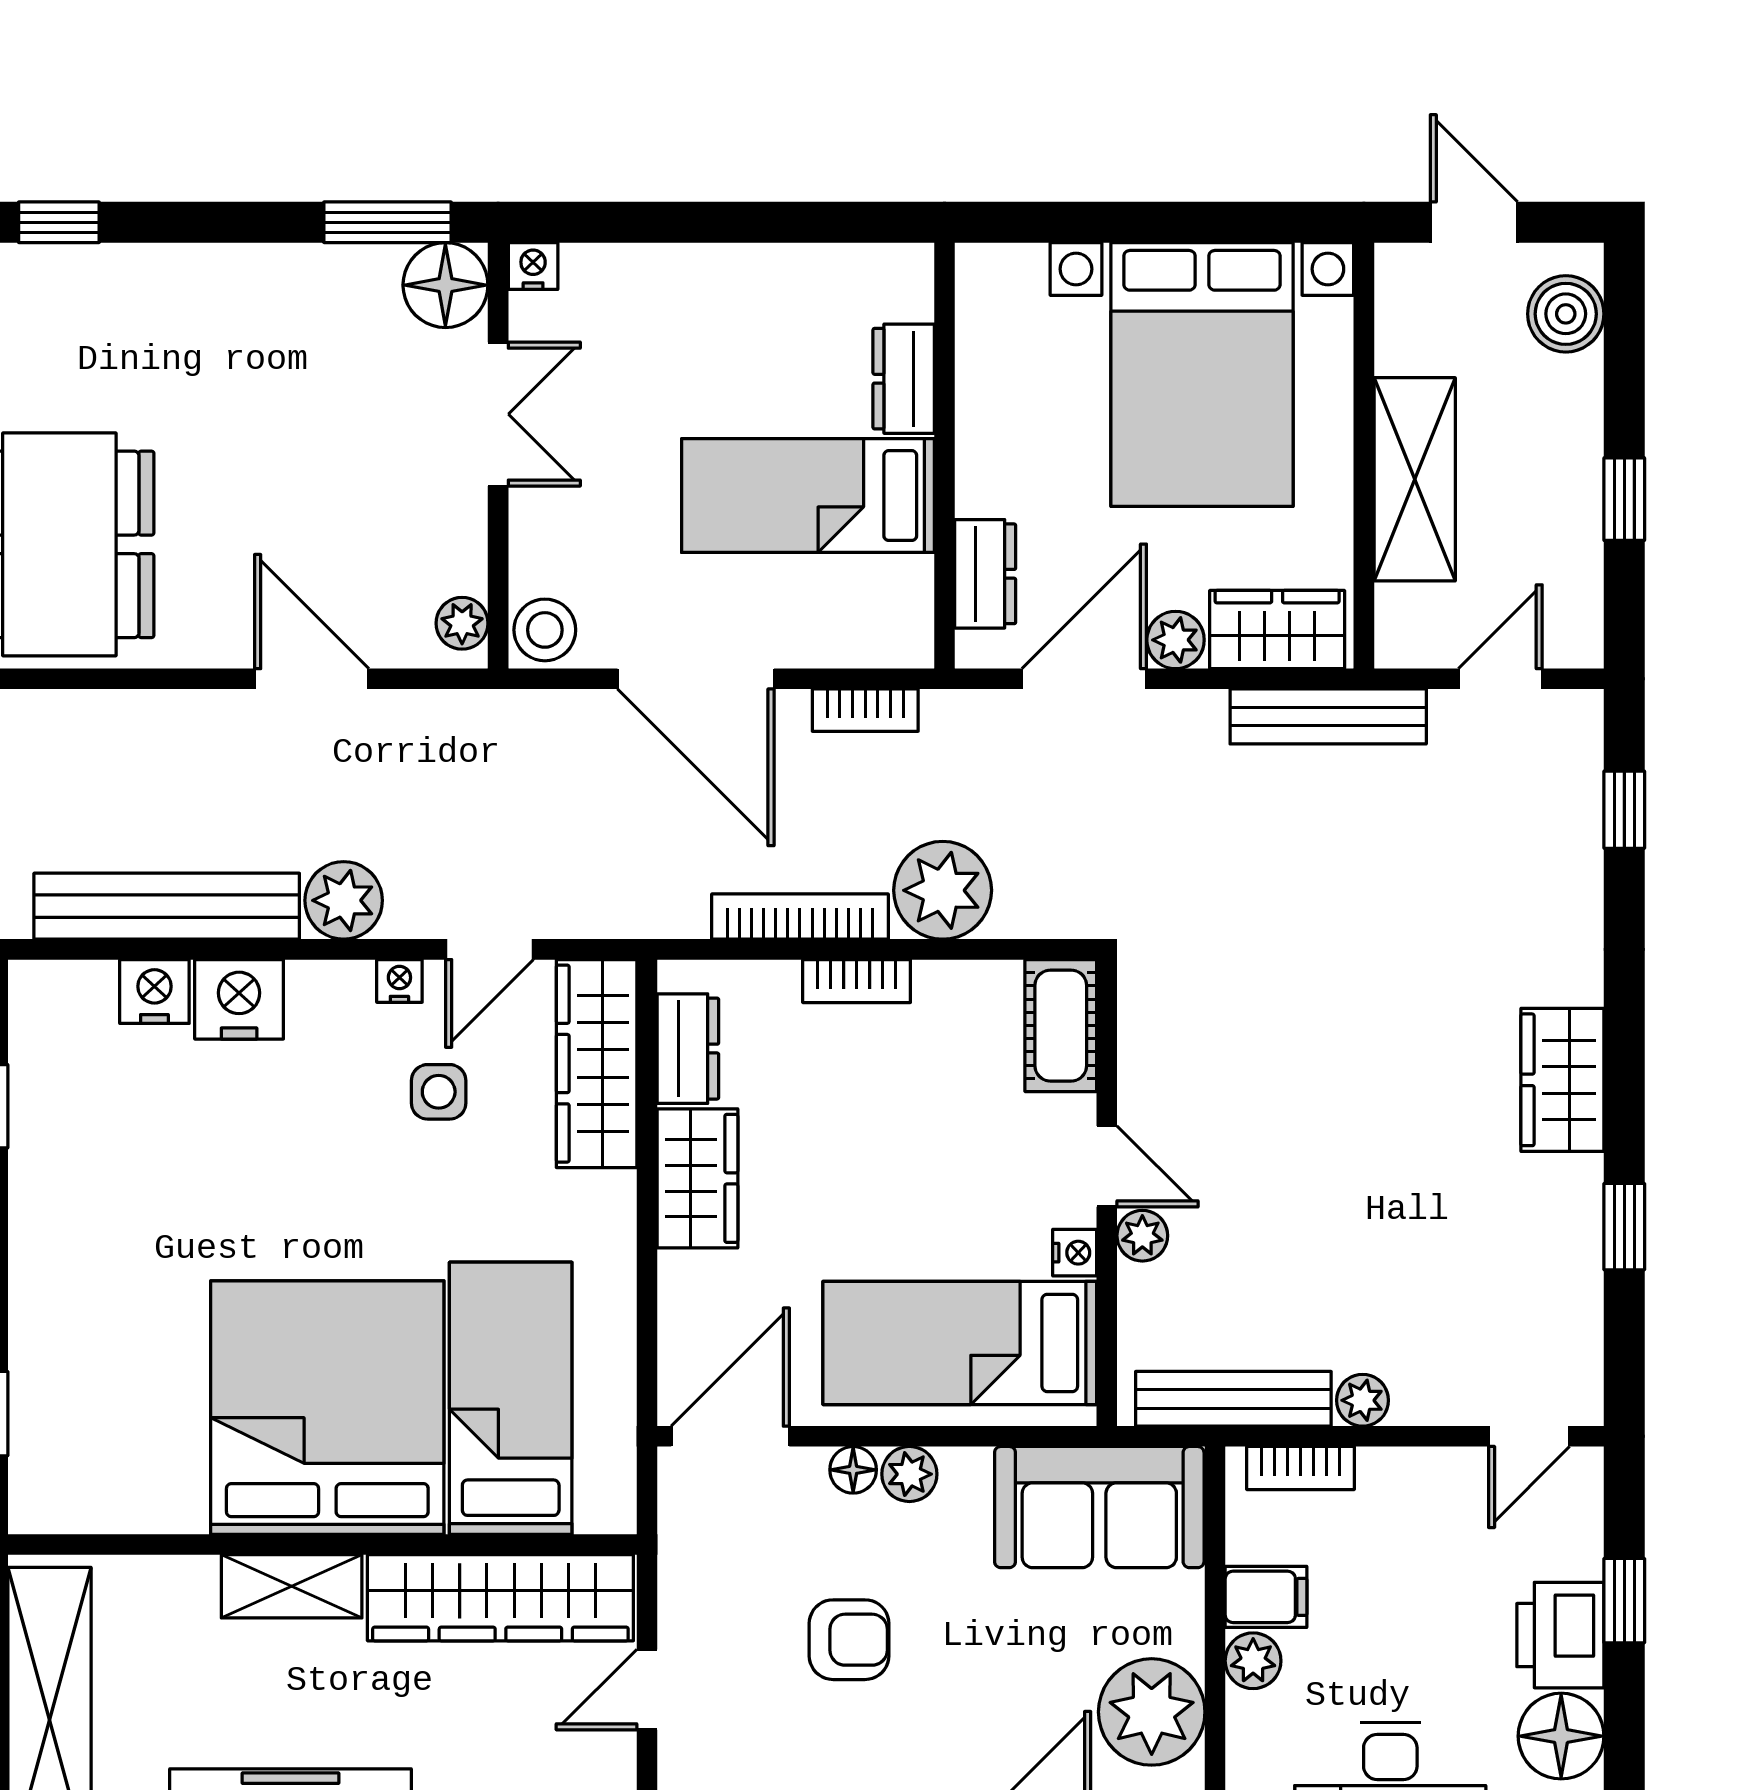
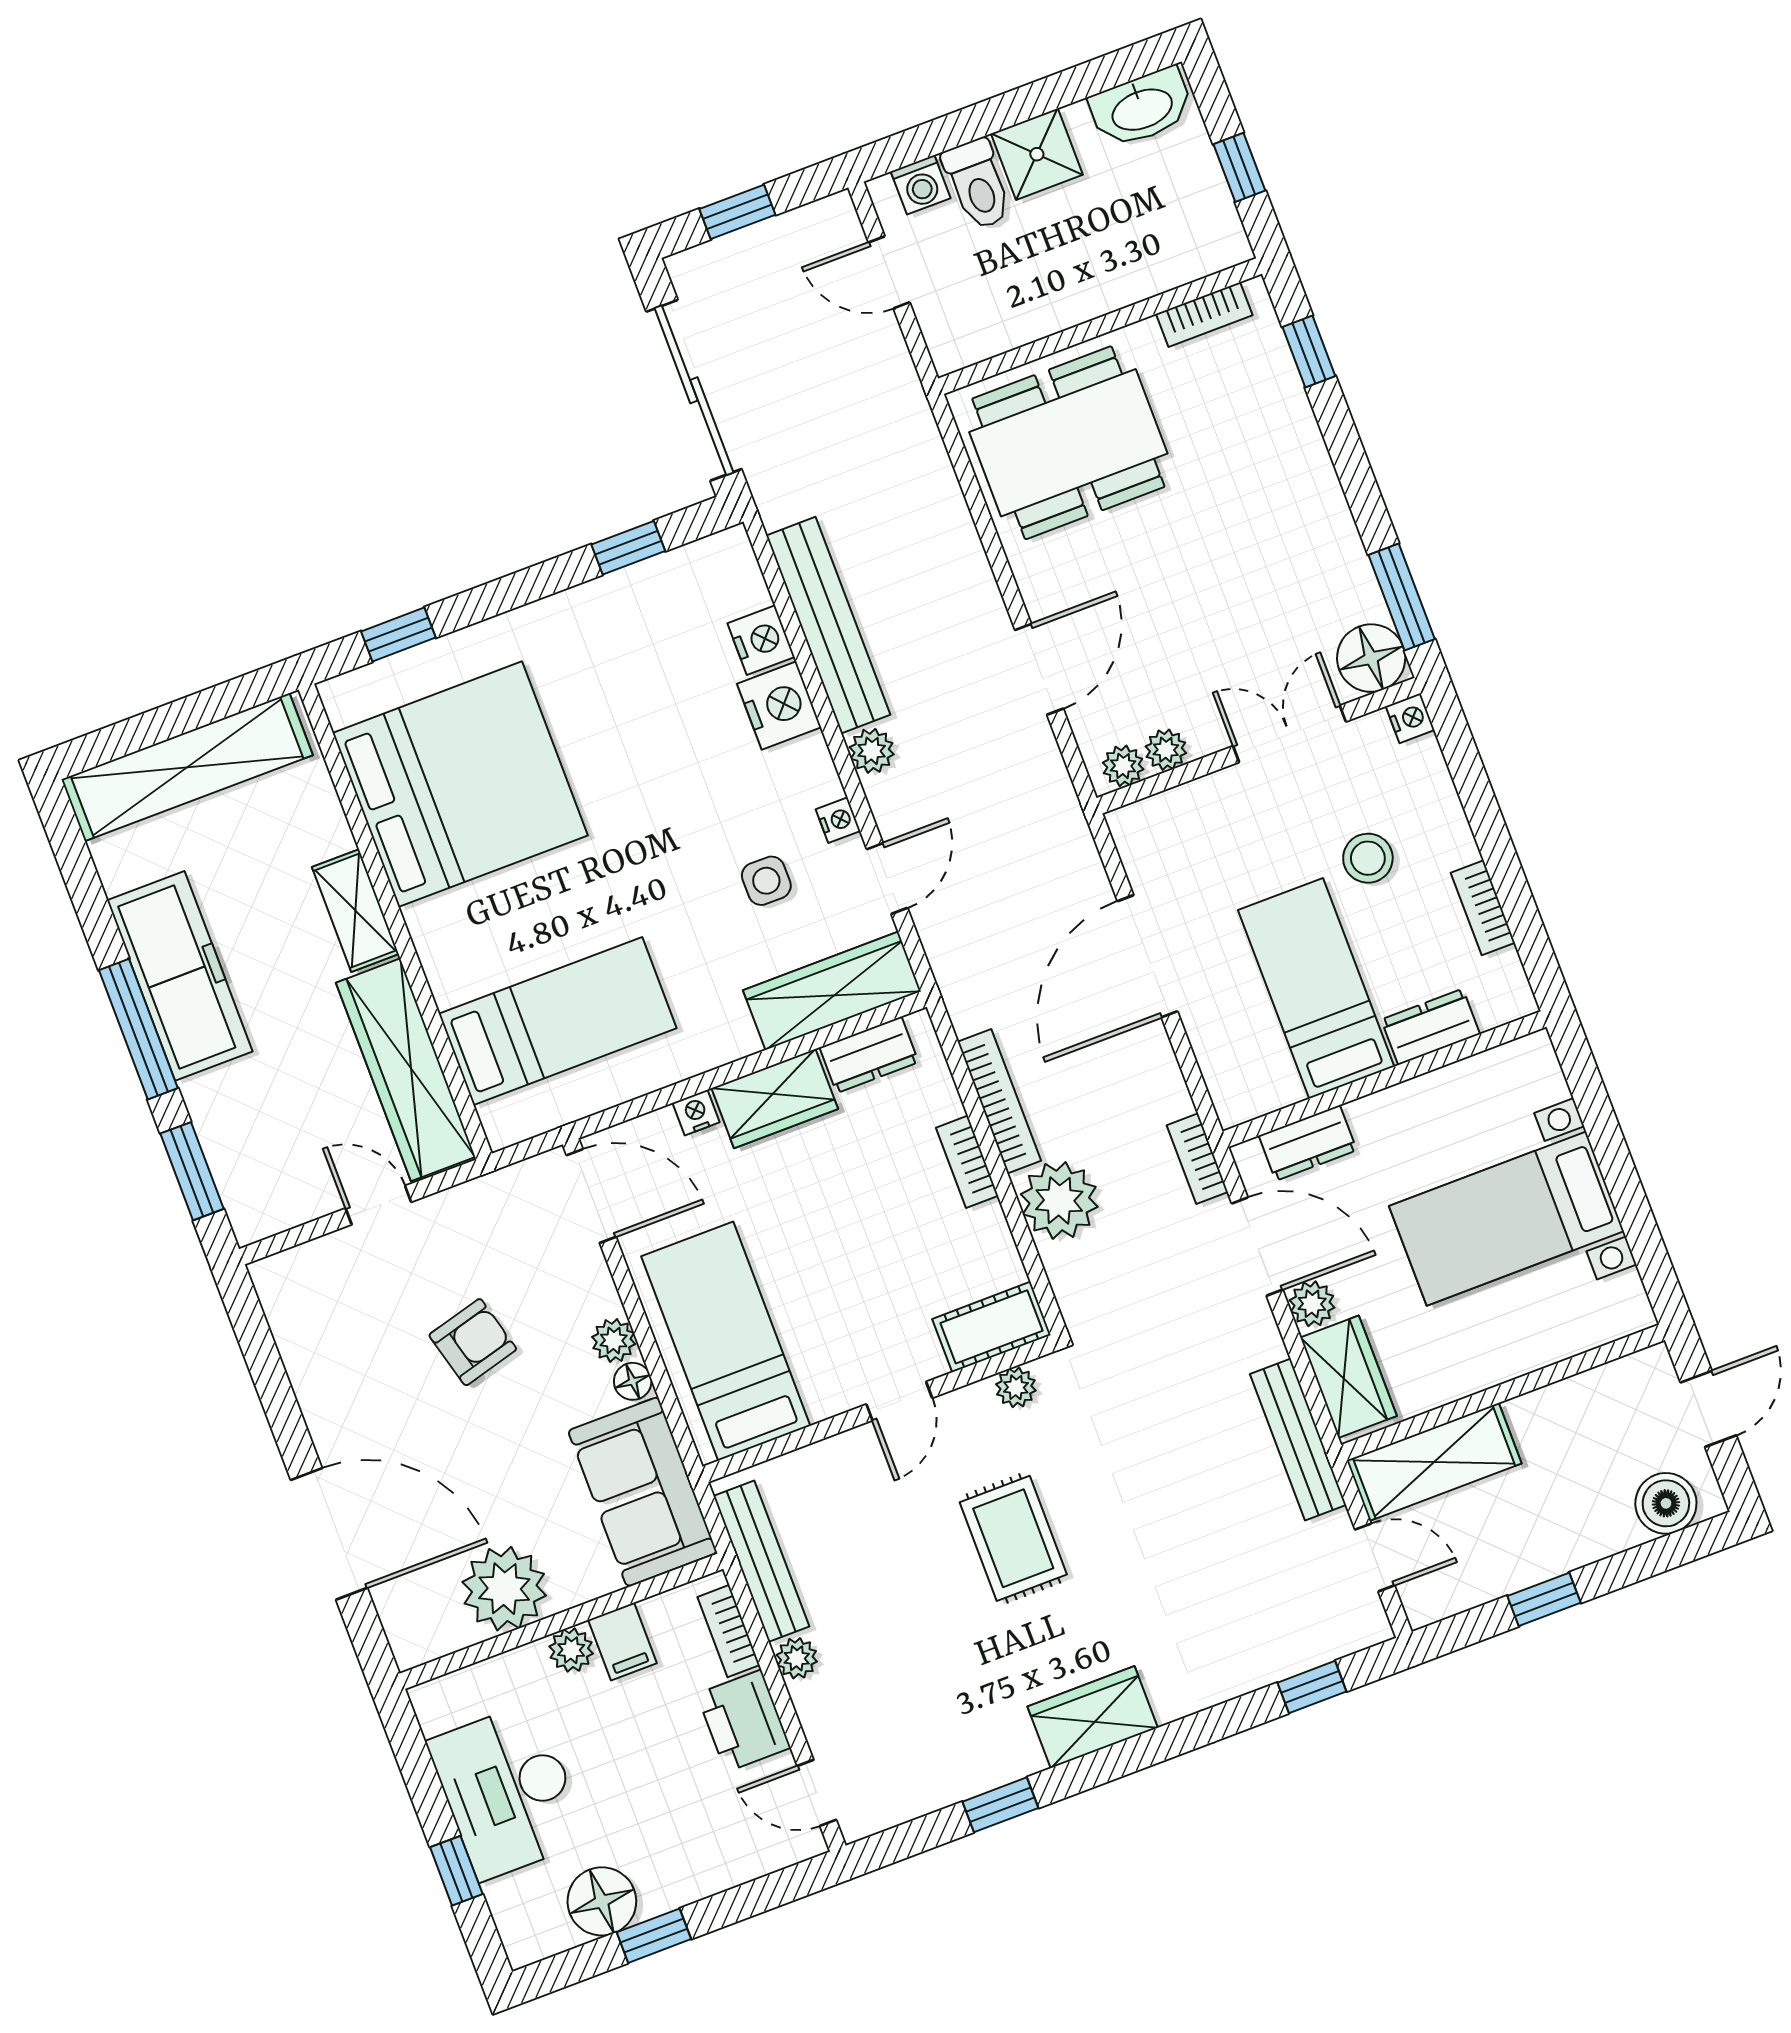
bookcase: (787, 265) -> (1483, 908), added
bed with nightstands: (1202, 375) -> (1506, 1219), width x0.73
double door: (498, 414) -> (1290, 734), swing flipped
shelving: (1415, 479) -> (1434, 1462), moved
plant: (462, 566) -> (1166, 750), added
stool: (545, 630) -> (1368, 858), moved
bookcase: (865, 710) -> (1197, 1159), moved
plant: (344, 900) -> (872, 751), width x0.73, depth x0.73
door: (489, 949) -> (887, 878), swing flipped
rug: (1318, 1094) -> (1013, 1538), added
plant: (1142, 1236) -> (1016, 1387), moved
nightstand: (1075, 1253) -> (696, 1113), moved, turned 180
bed: (327, 1408) -> (460, 784), moved
floor lamp: (853, 1470) -> (633, 1381), moved
window: (1624, 1601) -> (654, 1936), moved
printer: (1560, 1635) -> (744, 1721), moved, turned -90
armchair: (849, 1640) -> (473, 1342), turned -105

